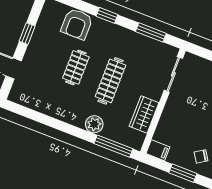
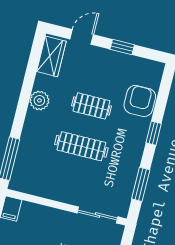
armchair: (77, 24) -> (140, 101), turned 90
wardrobe: (144, 114) -> (51, 56), moved, turned 90
plant: (94, 124) -> (39, 100), moved

